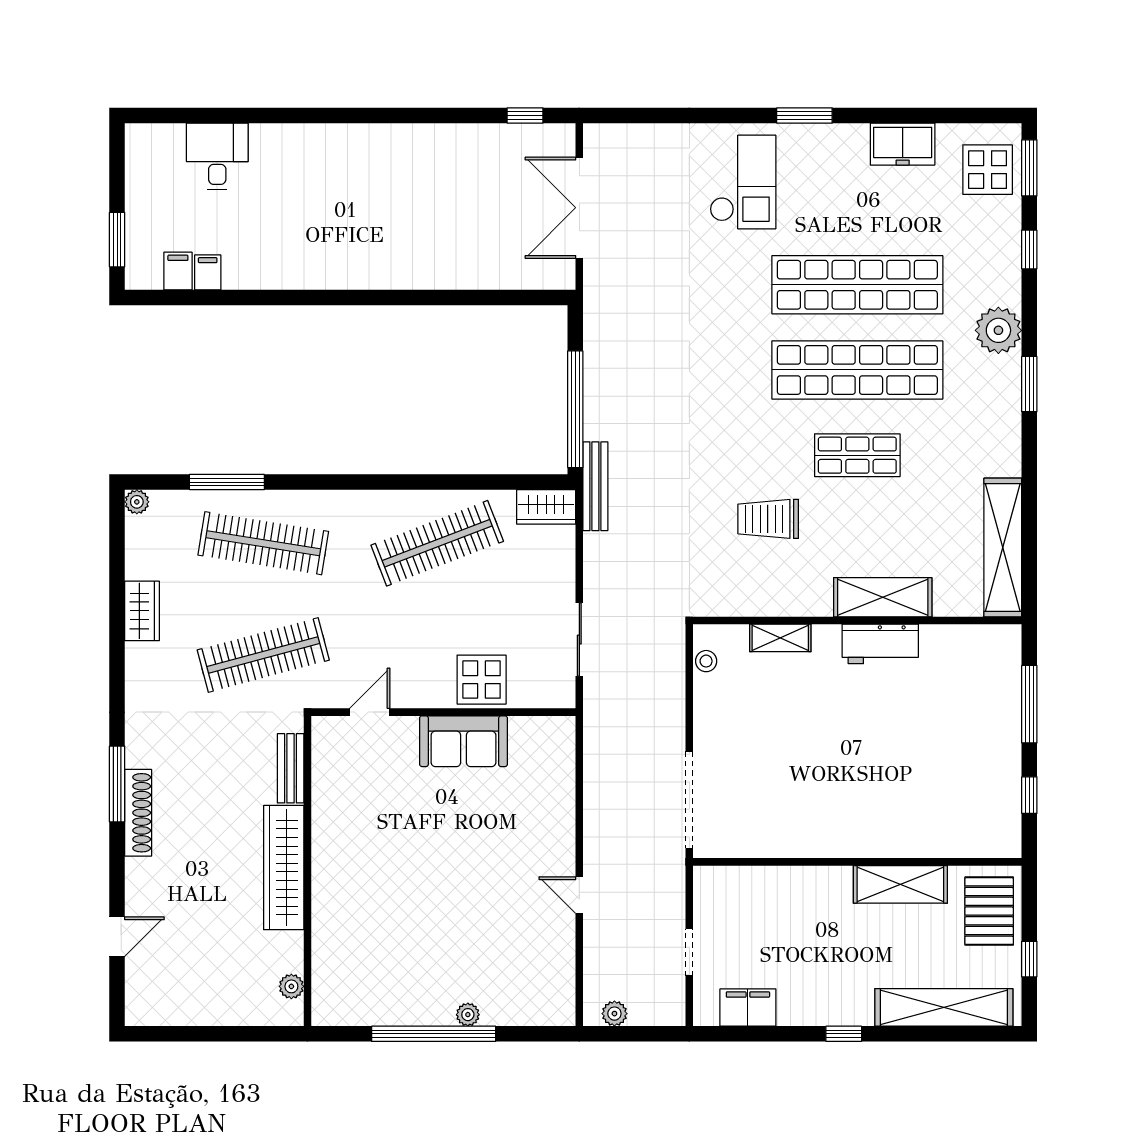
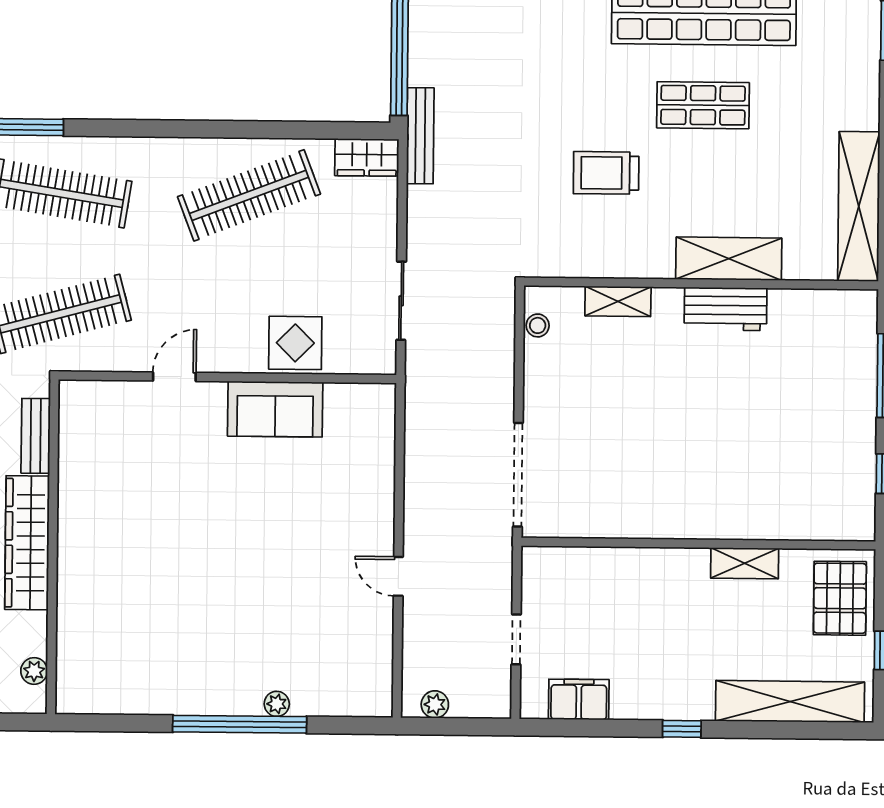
bench: (291, 768) -> (36, 436), moved
wardrobe: (284, 868) -> (27, 543), moved
wall: (307, 871) -> (53, 547), moved
shelving: (900, 884) -> (745, 563), width x0.67, depth x0.75
plant: (291, 986) -> (34, 671), moved

